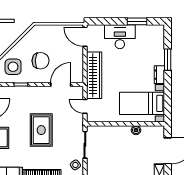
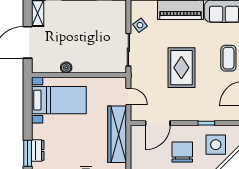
chair: (41, 61) -> (182, 152), turned 89
dresser: (159, 75) -> (38, 150), moved

